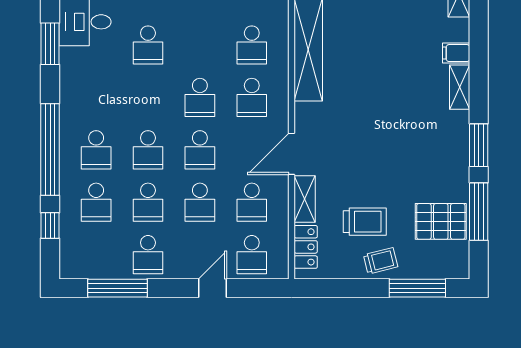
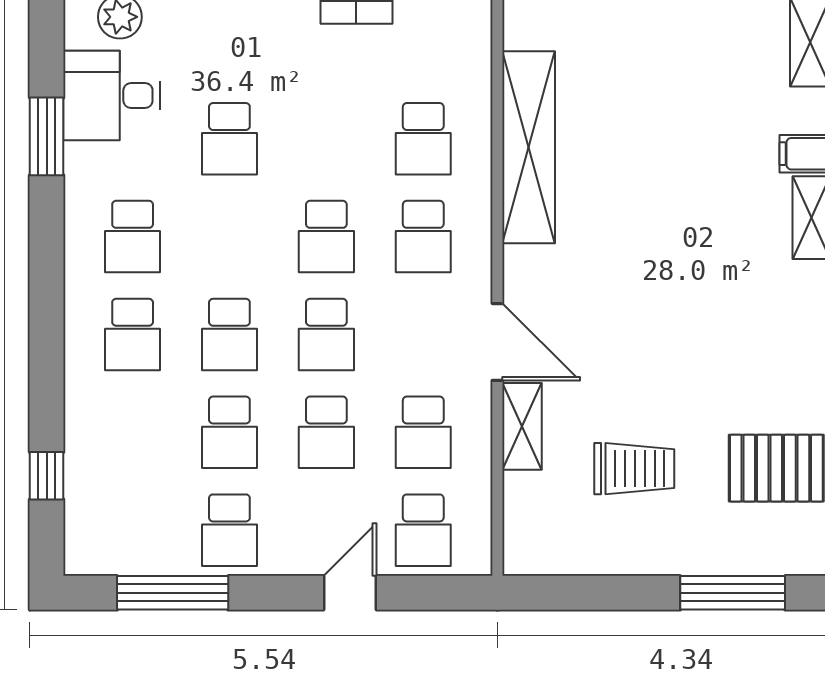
window: (50, 149) -> (47, 334), removed
door: (291, 154) -> (497, 342), swing flipped
school desk: (96, 202) -> (133, 237), moved
locker: (306, 247) -> (524, 516), removed
trolley: (381, 261) -> (664, 542), removed

